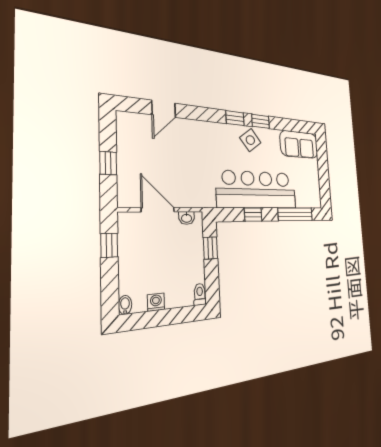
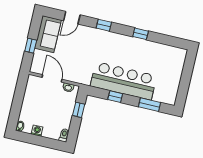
window: (235, 118) -> (104, 25), moved
side table: (250, 140) -> (128, 46), removed
sofa: (299, 145) -> (48, 34), moved, turned -90
window: (295, 214) -> (150, 105), width x0.69
window: (109, 245) -> (20, 92), removed

